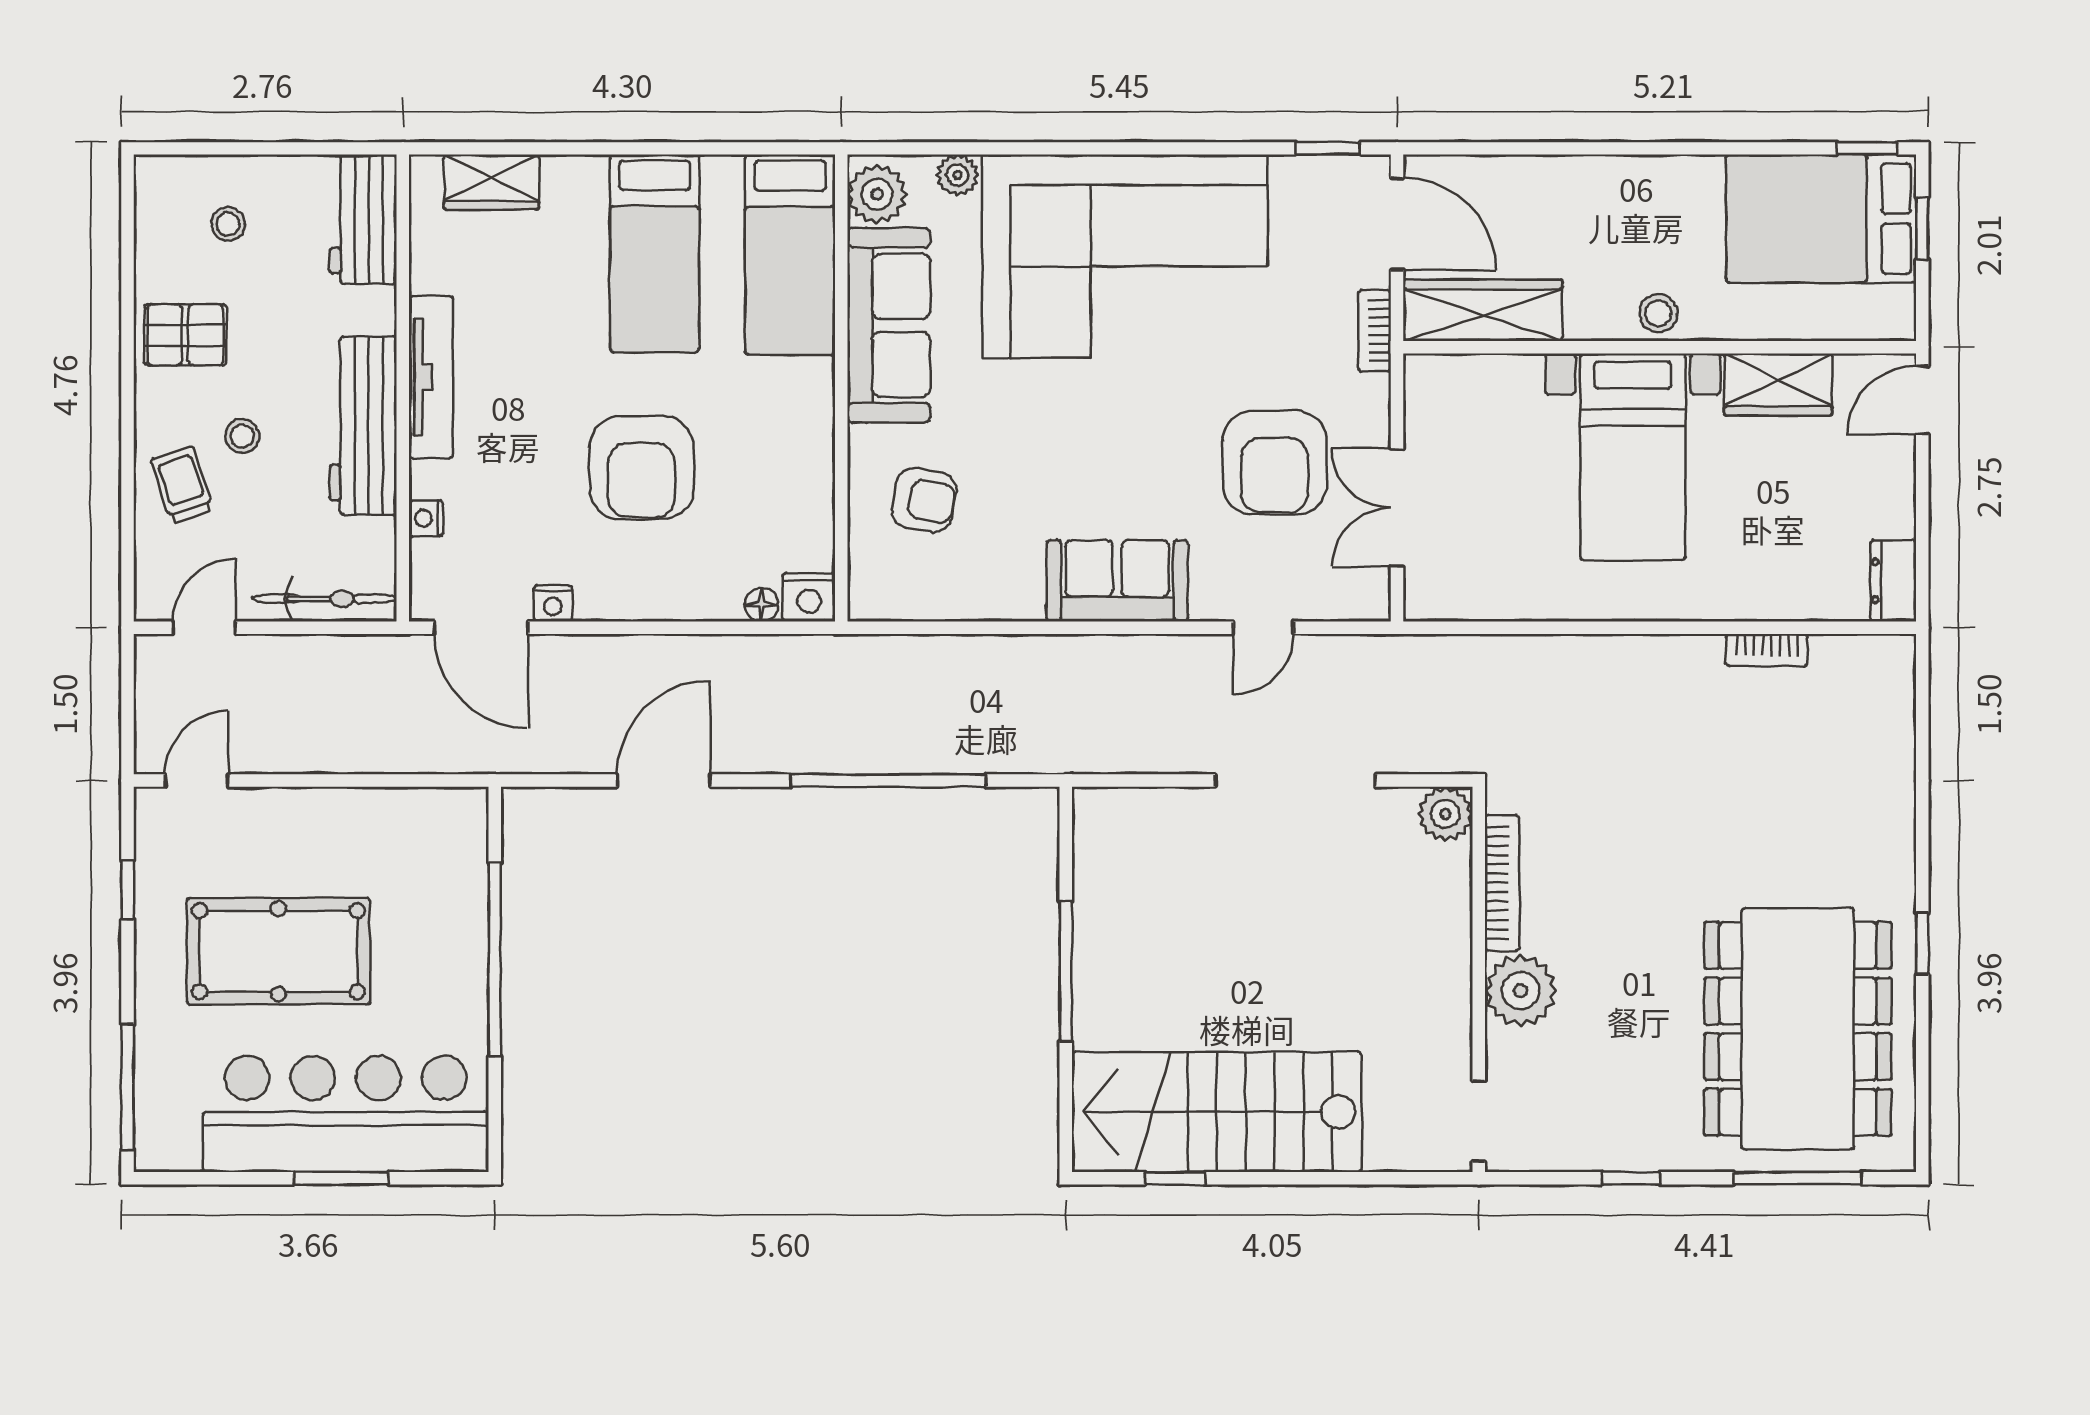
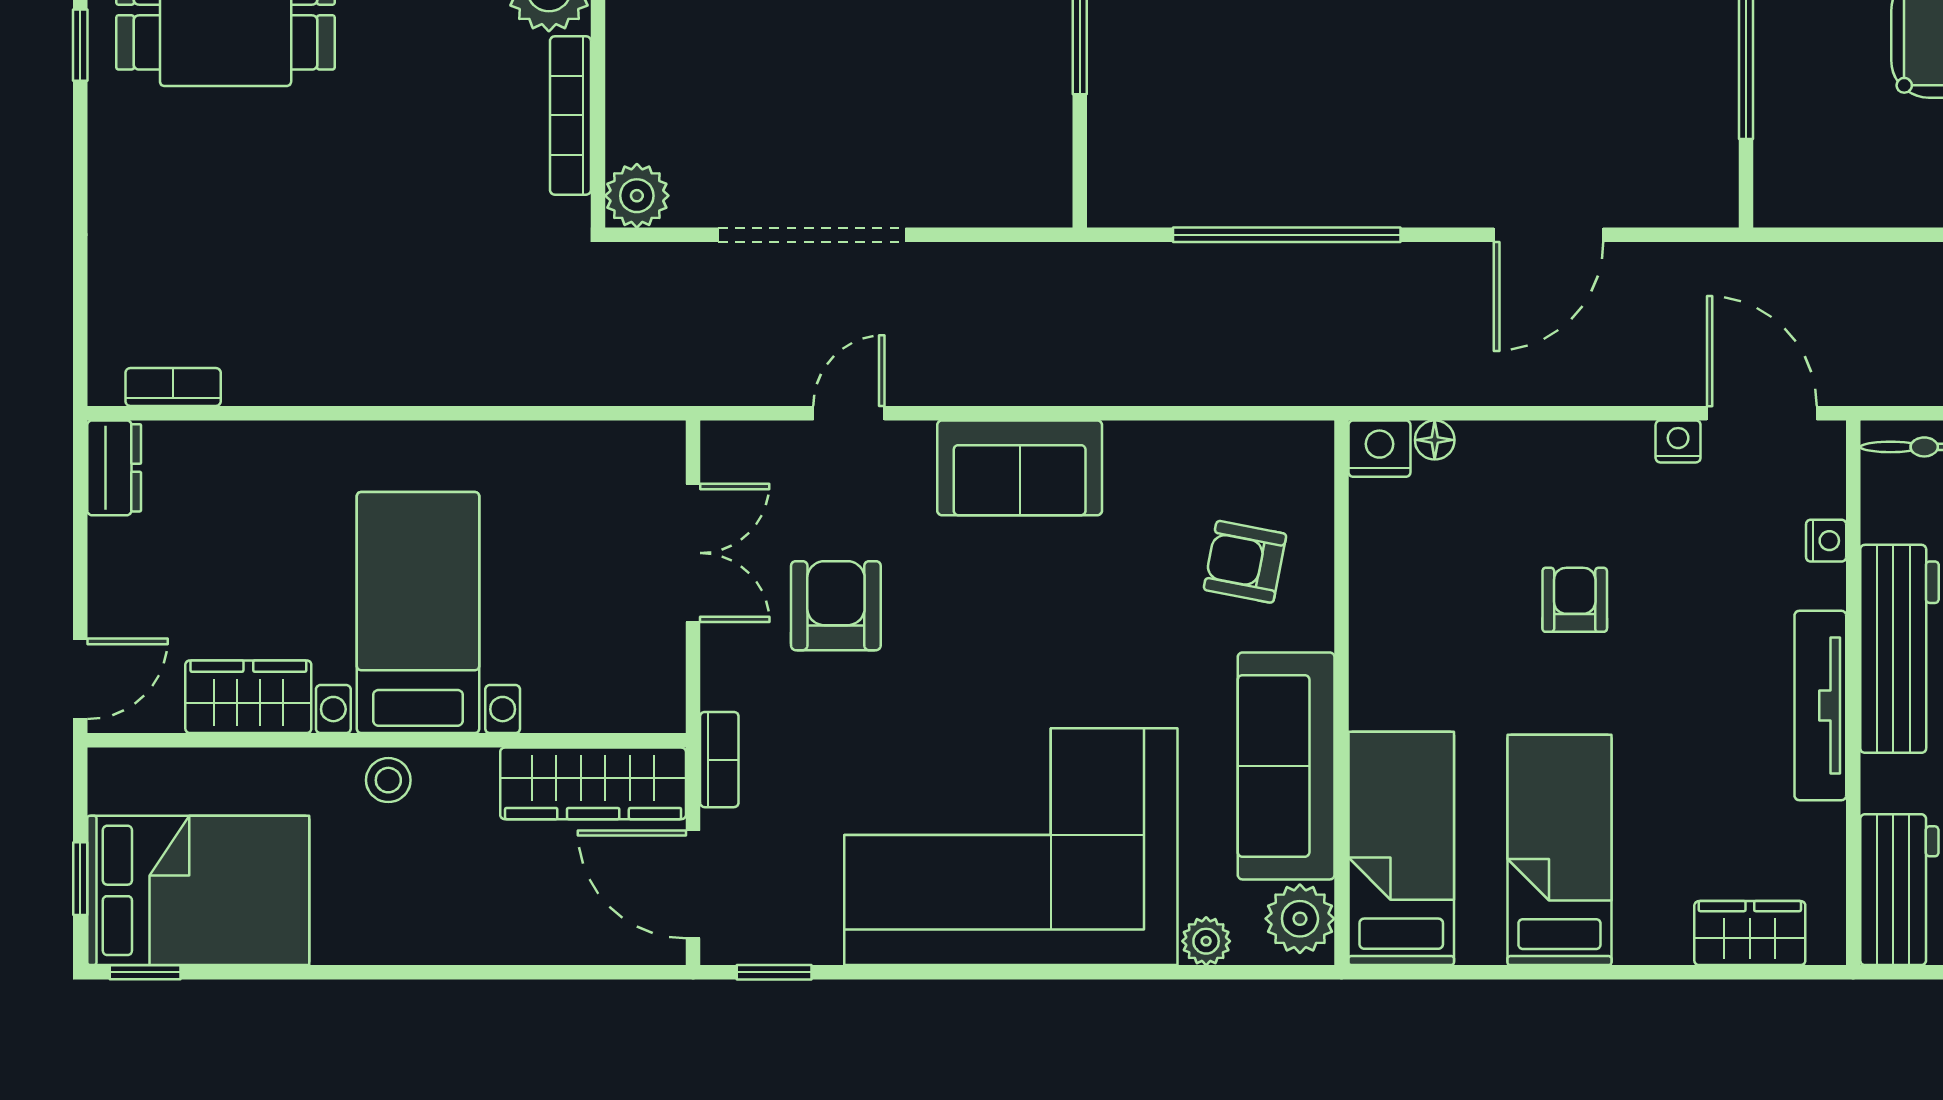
armchair: (1275, 463) -> (836, 606), width x0.73, depth x0.73
armchair: (642, 468) -> (1575, 600), width x0.53, depth x0.53
bookcase: (1767, 650) -> (173, 387), moved

